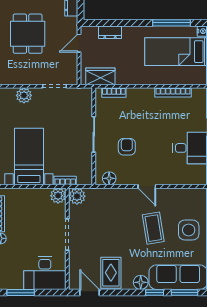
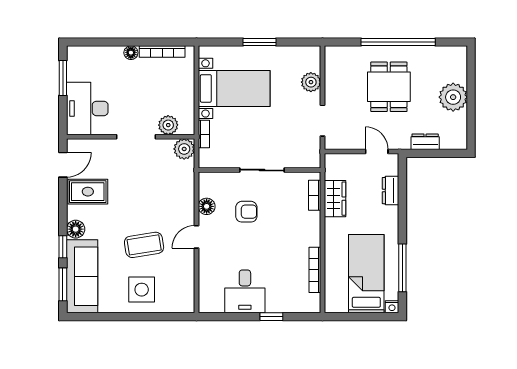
dining table: (28, 34) -> (389, 87), turned 90
wardrobe: (100, 76) -> (335, 199), moved
floor lamp: (109, 178) -> (207, 206), moved
plant: (58, 196) -> (168, 125), moved

